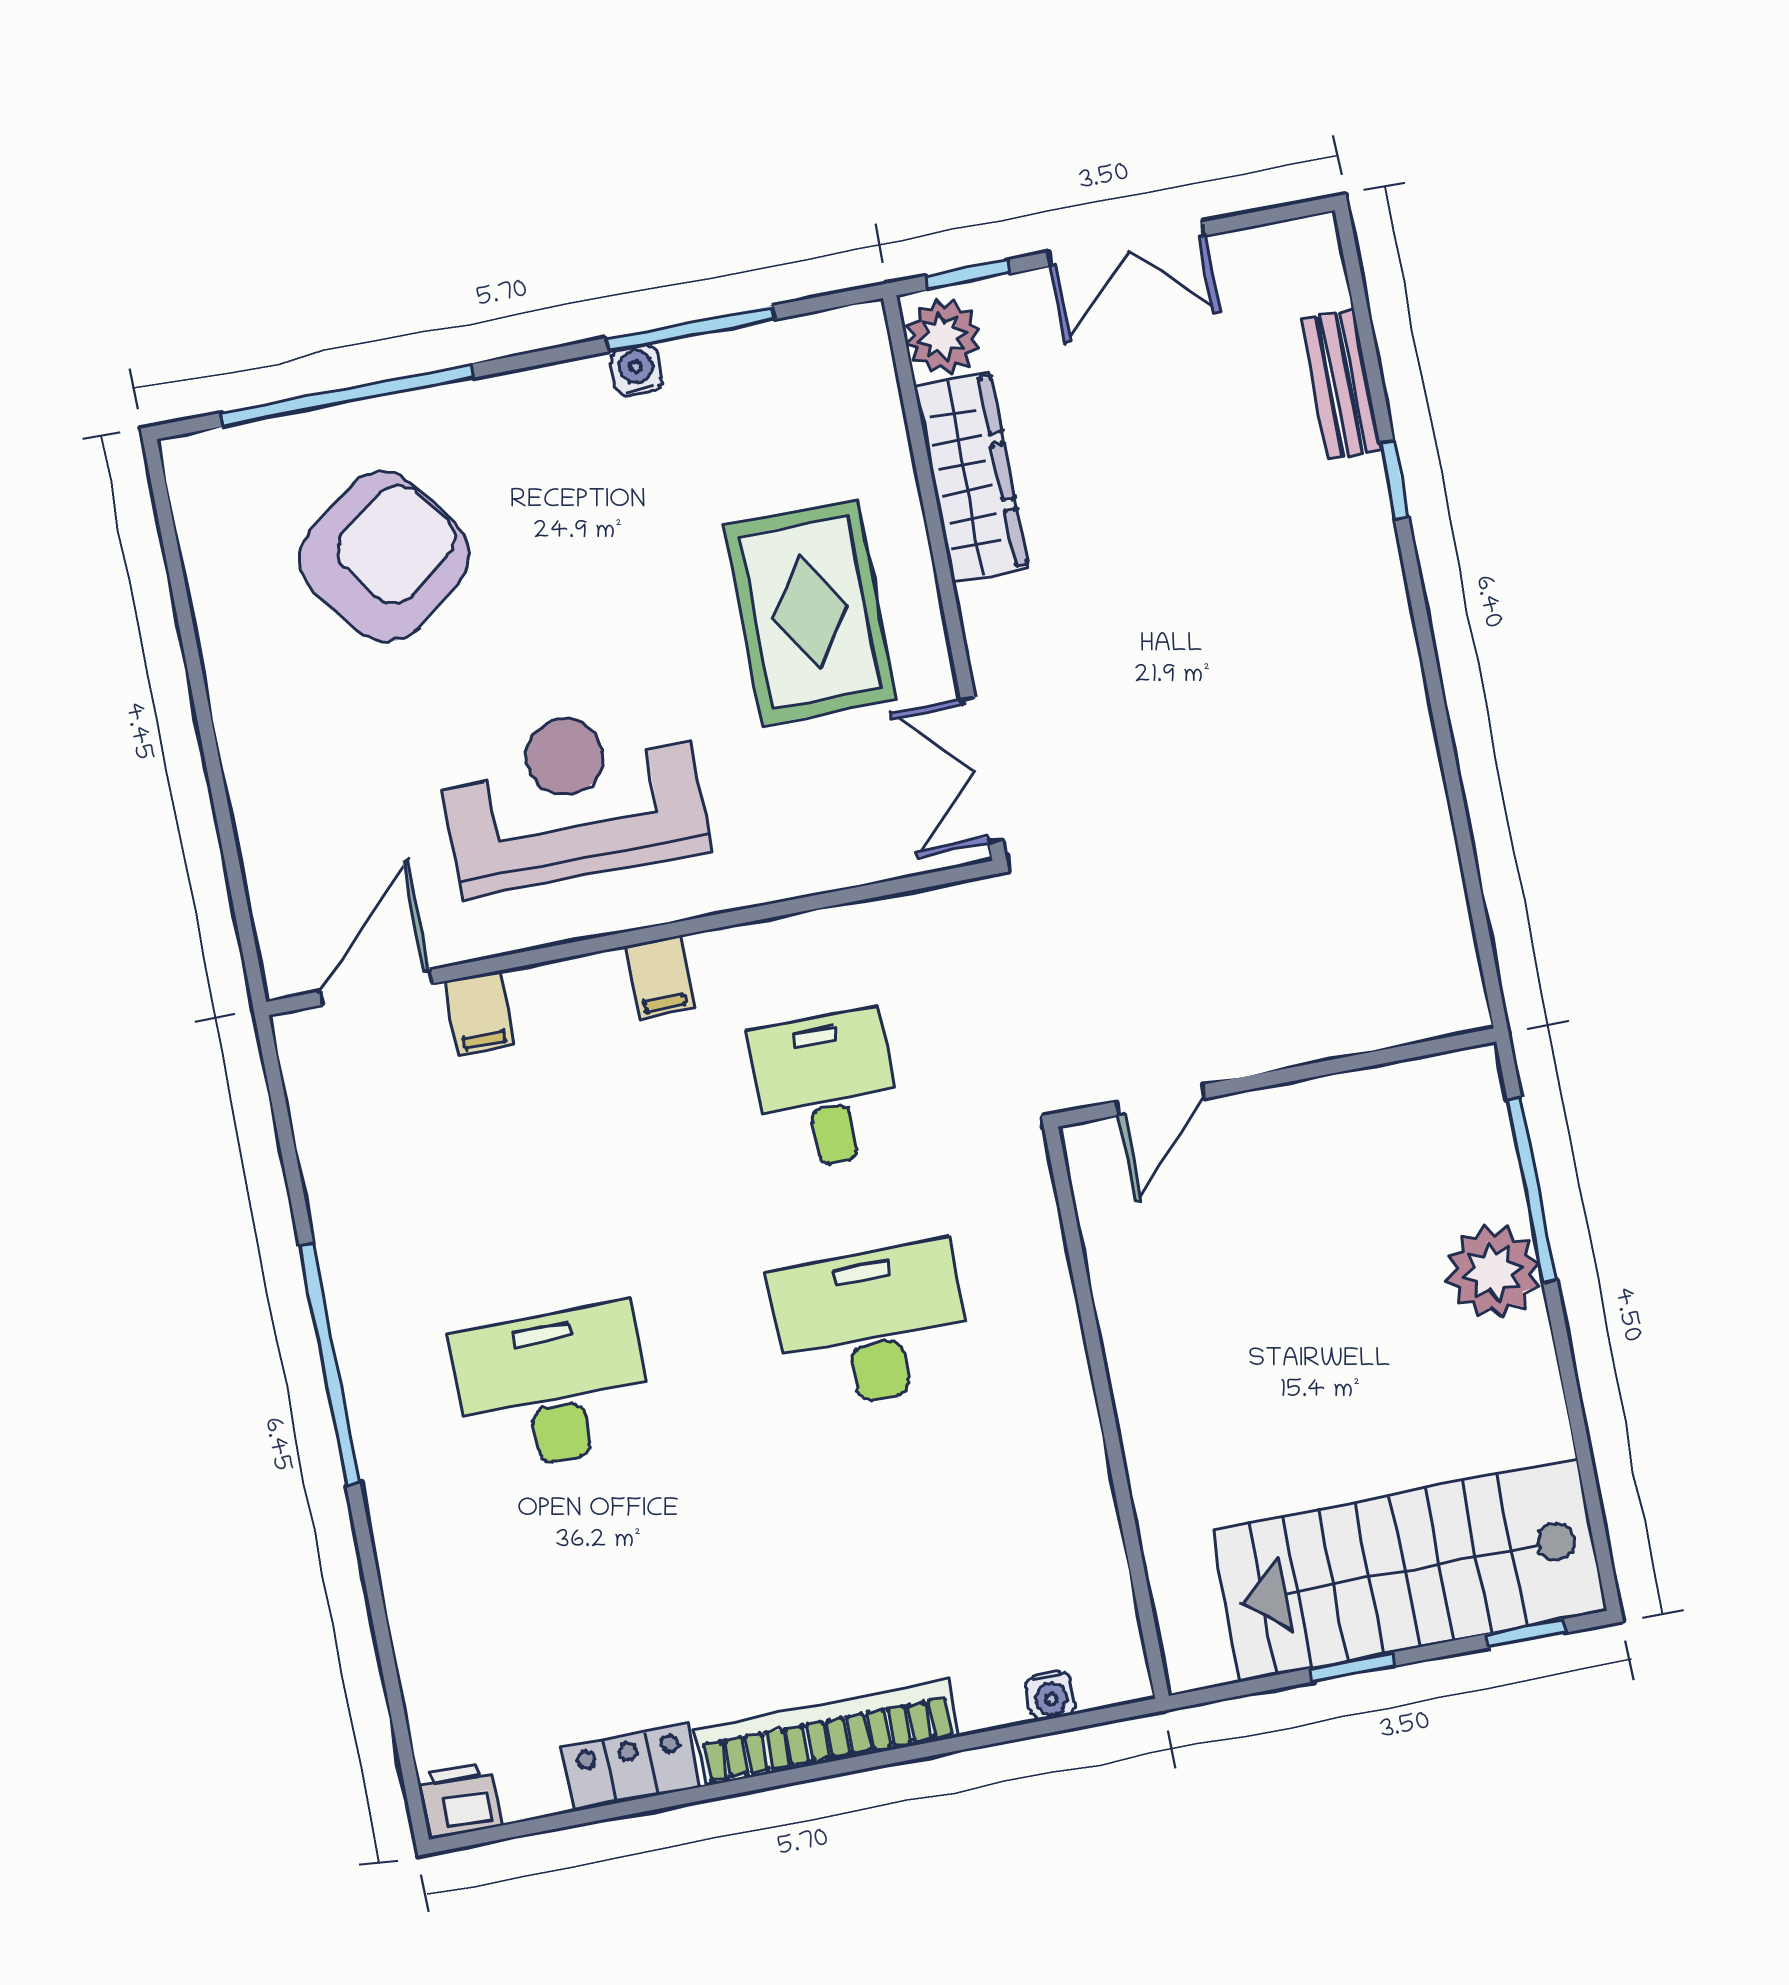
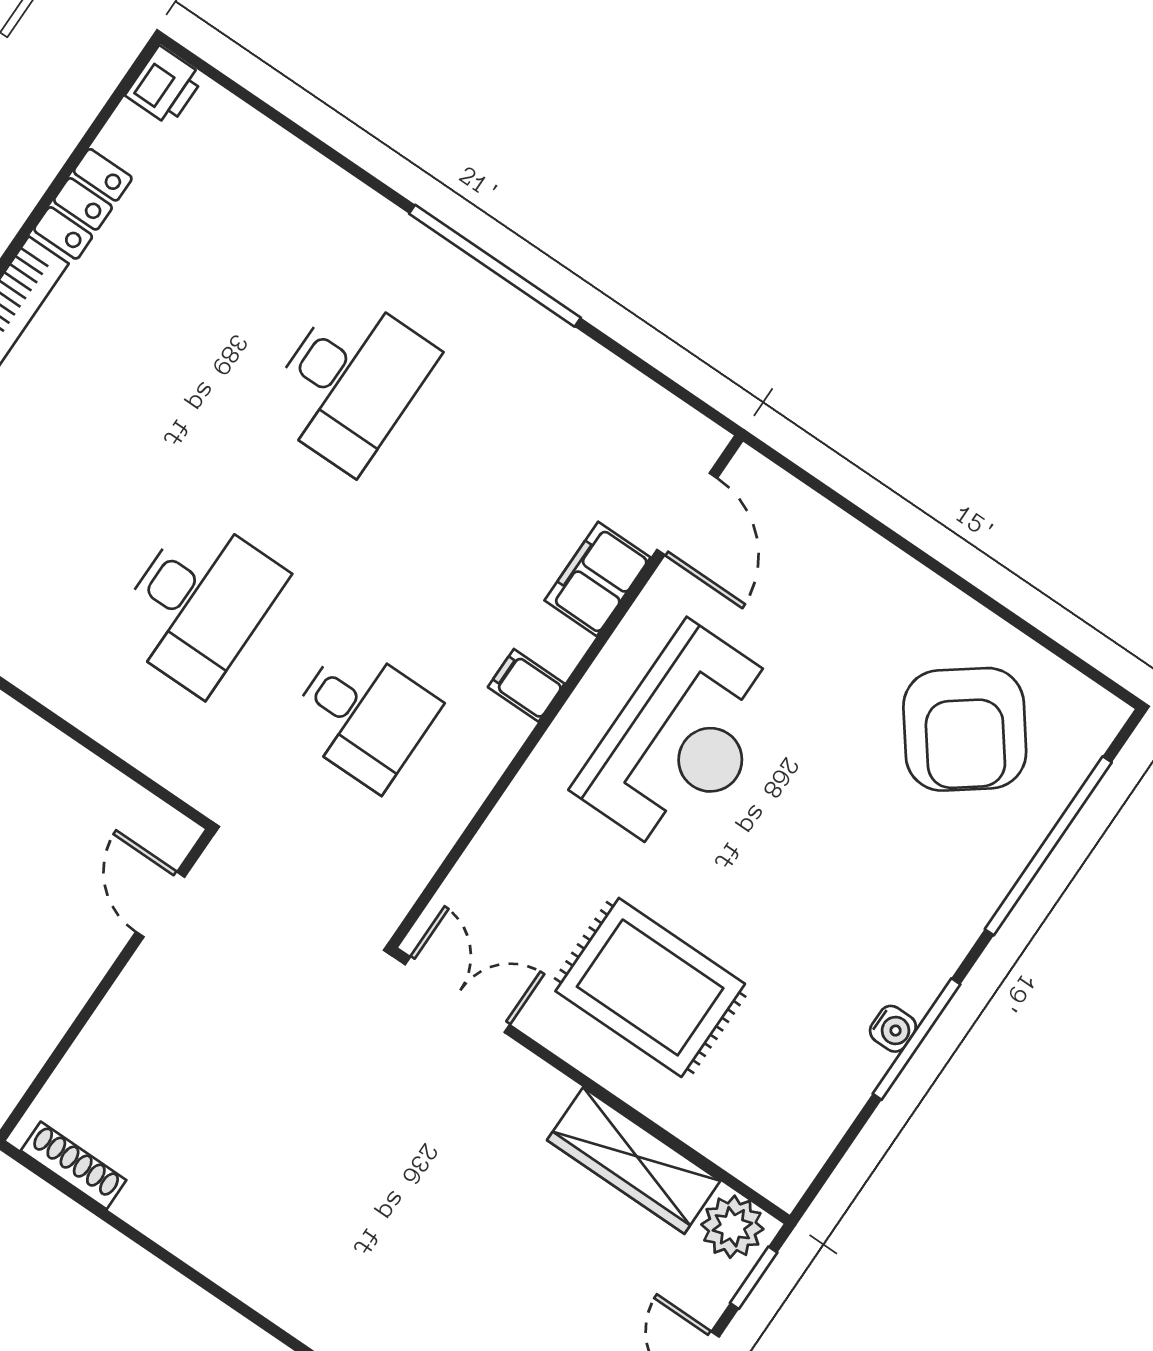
window: (690, 329) -> (916, 1039), moved
armchair: (384, 557) -> (965, 729), moved
shoe rack: (1457, 950) -> (74, 1165), added
filing cabinet: (479, 1013) -> (598, 579), width x2.00

